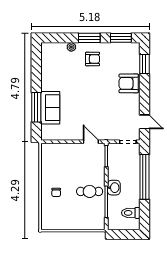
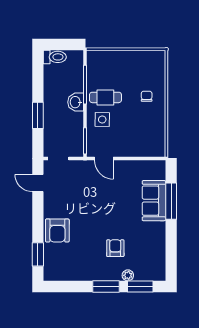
window: (121, 38) -> (140, 286), moved
armchair: (93, 59) -> (115, 248), moved, turned 90
armchair: (129, 83) -> (57, 230), turned 90
side table: (92, 174) -> (102, 120), added
window: (144, 177) -> (38, 115), width x0.47
toilet: (131, 213) -> (55, 57), moved

